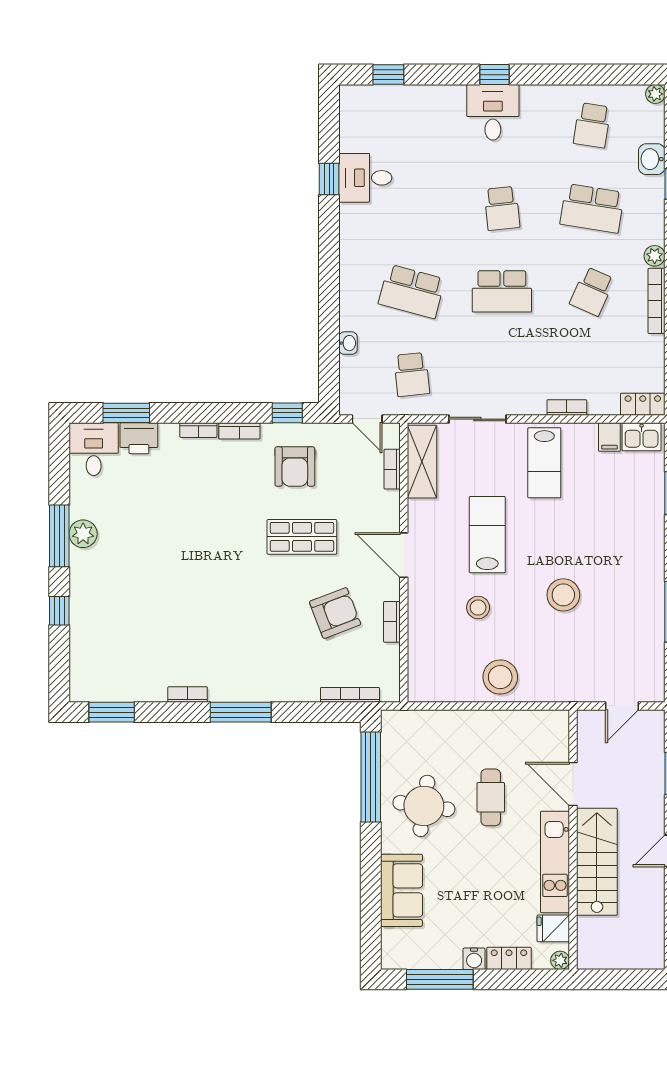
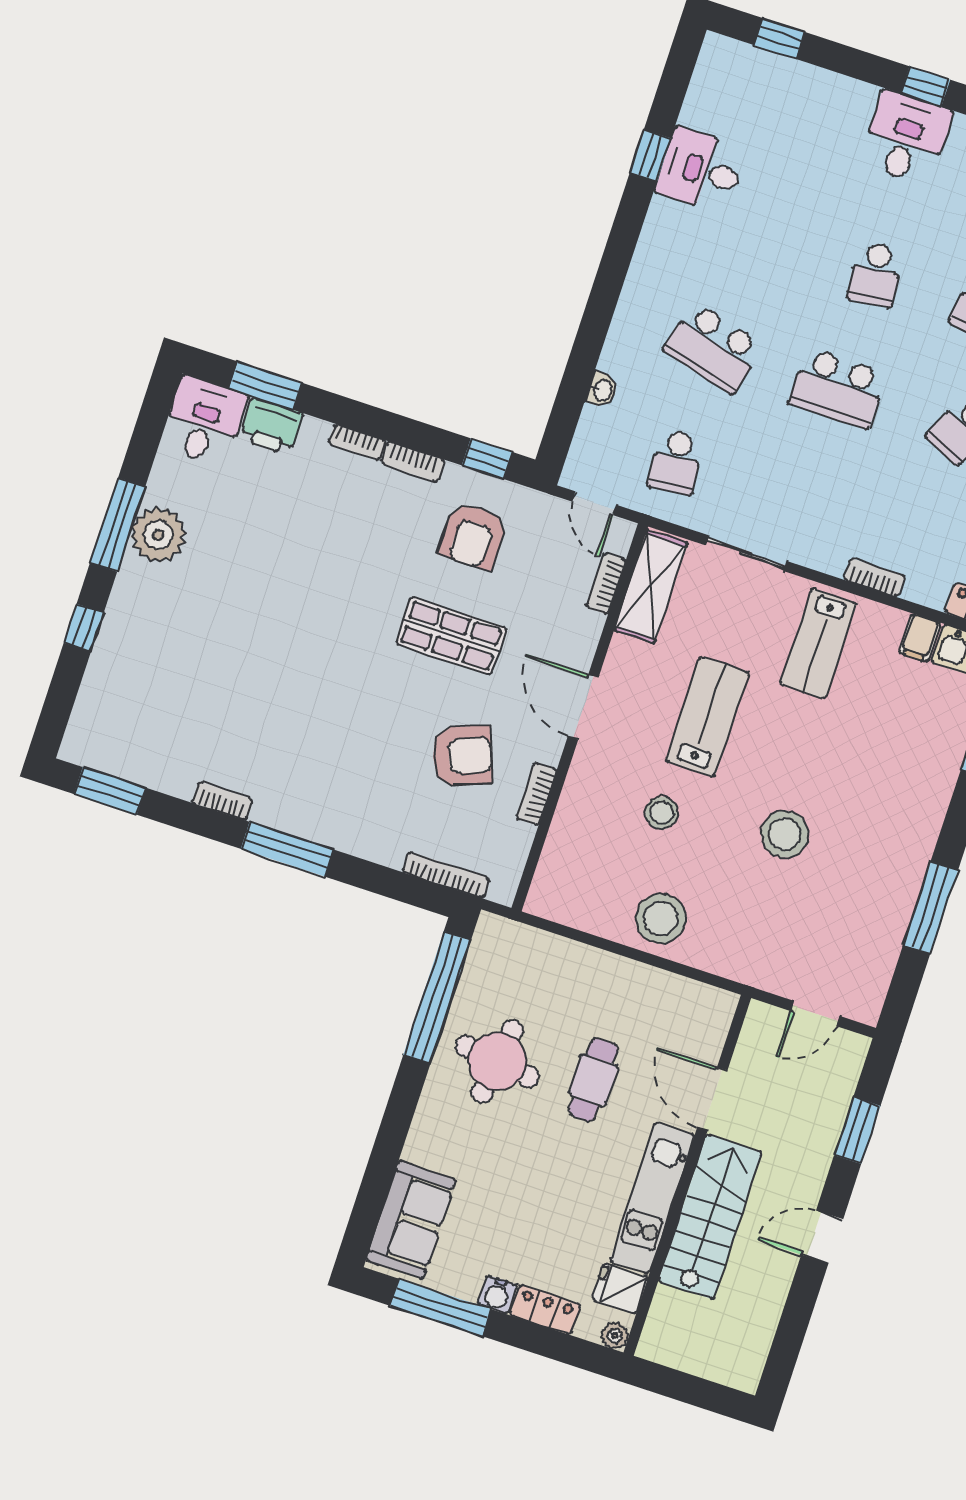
plant: (83, 534) -> (158, 535), width x1.36, depth x1.36
sofa: (401, 890) -> (411, 1220), moved

